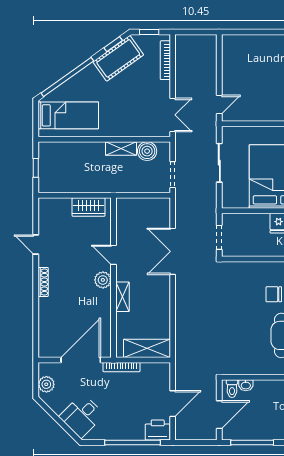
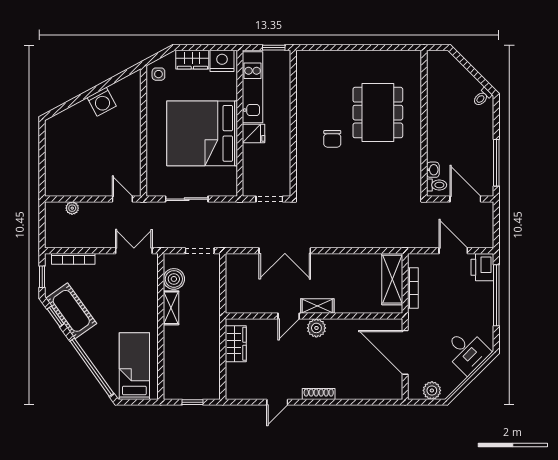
plant: (211, 59) -> (72, 208), added
shelving: (123, 297) -> (317, 306), moved
bookcase: (121, 367) -> (413, 288), moved

